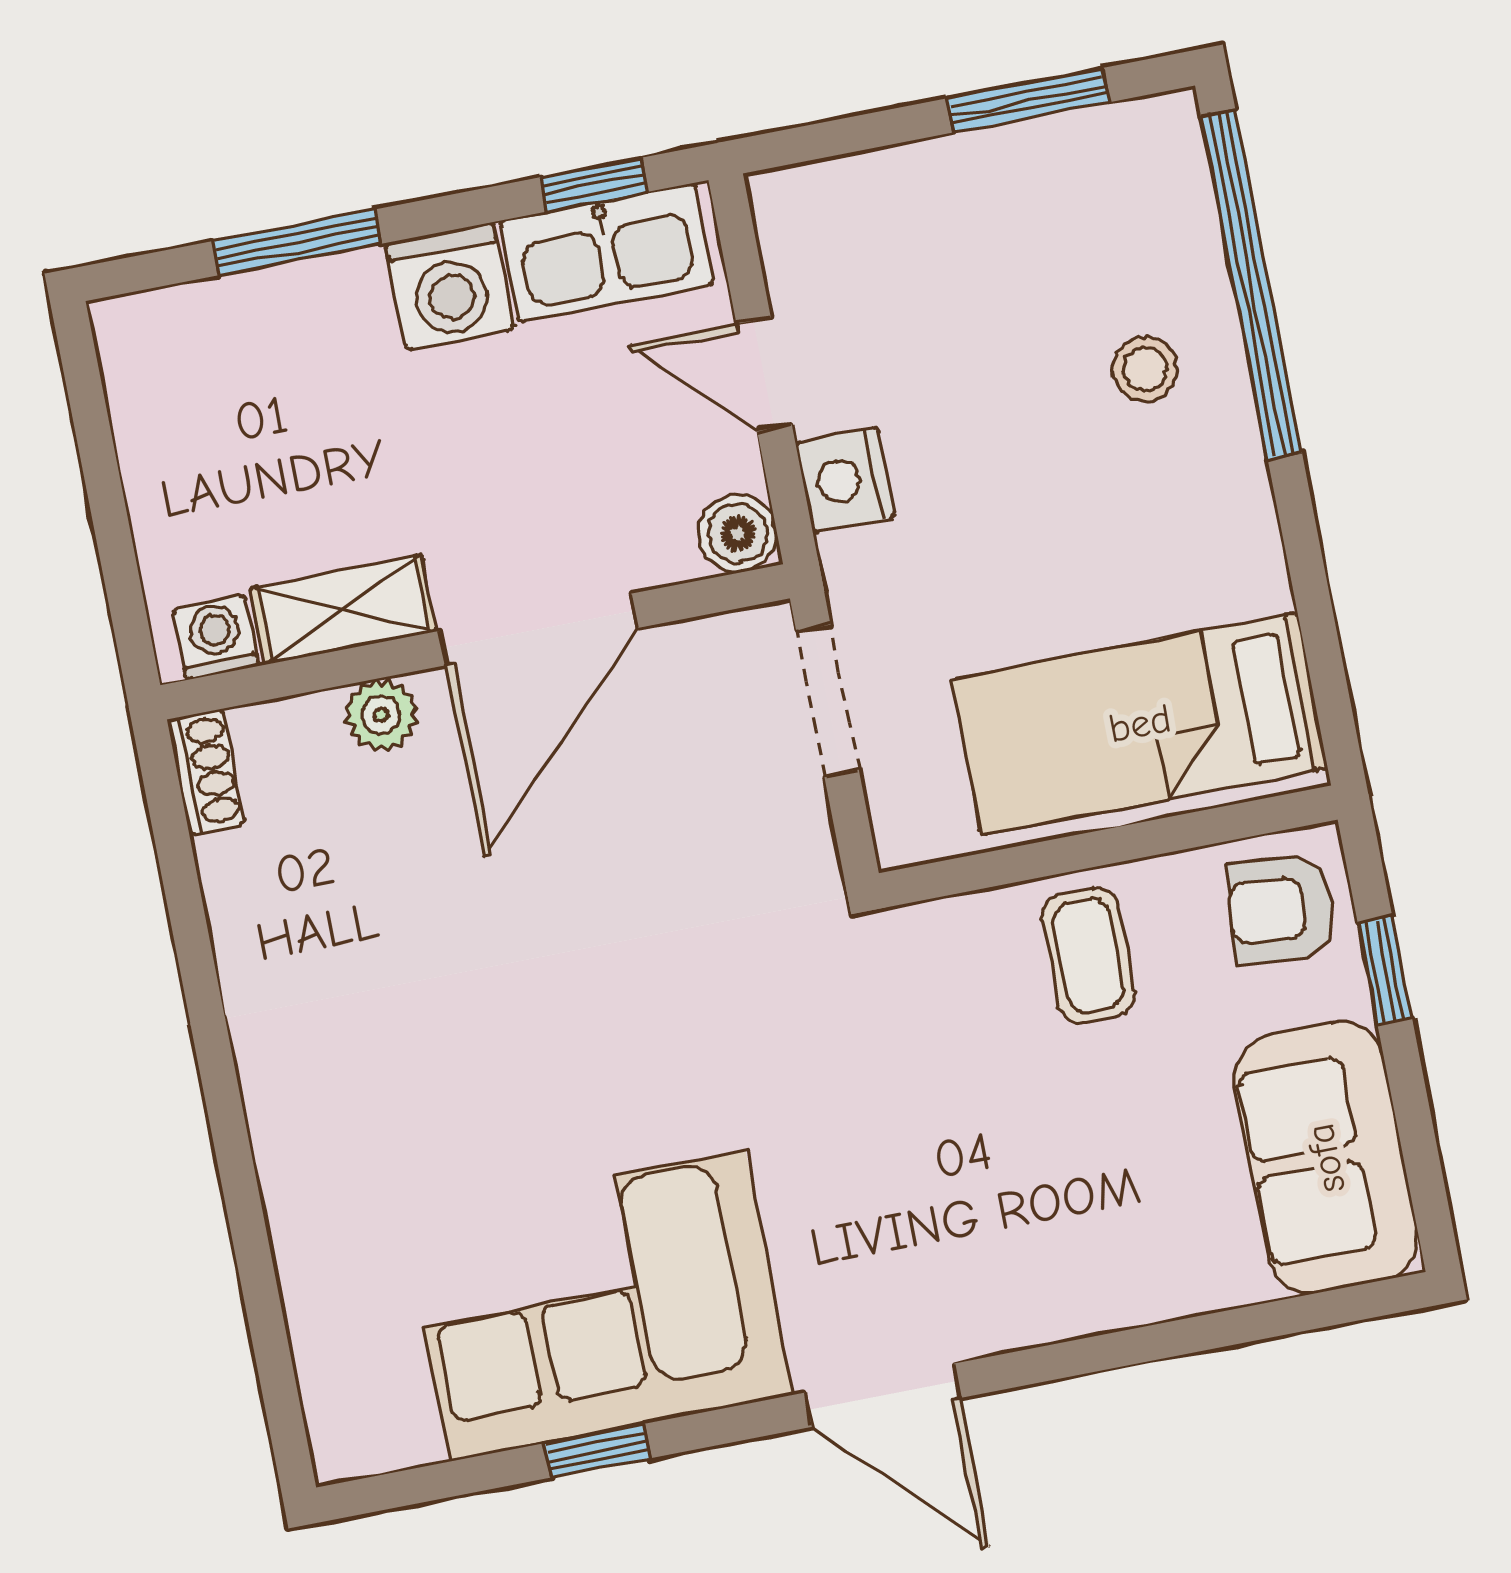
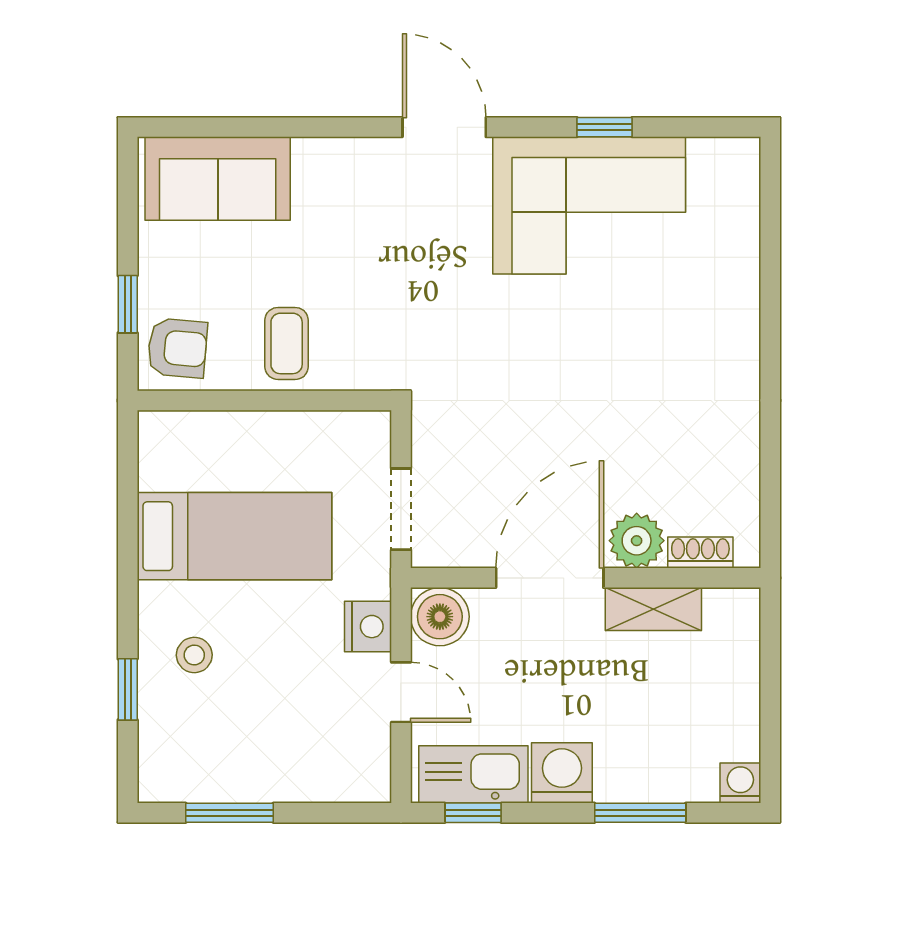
window: (1252, 285) -> (128, 689), width x0.32
boiler: (738, 533) -> (440, 617), width x1.36, depth x1.36
washing machine: (216, 637) -> (740, 783), moved, turned 180
plant: (381, 715) -> (637, 541), width x1.38, depth x1.38
bed: (1140, 724) -> (235, 536), moved
shoe rack: (206, 772) -> (700, 553), moved, turned 90
sofa: (1326, 1158) -> (218, 179), moved, turned 90

